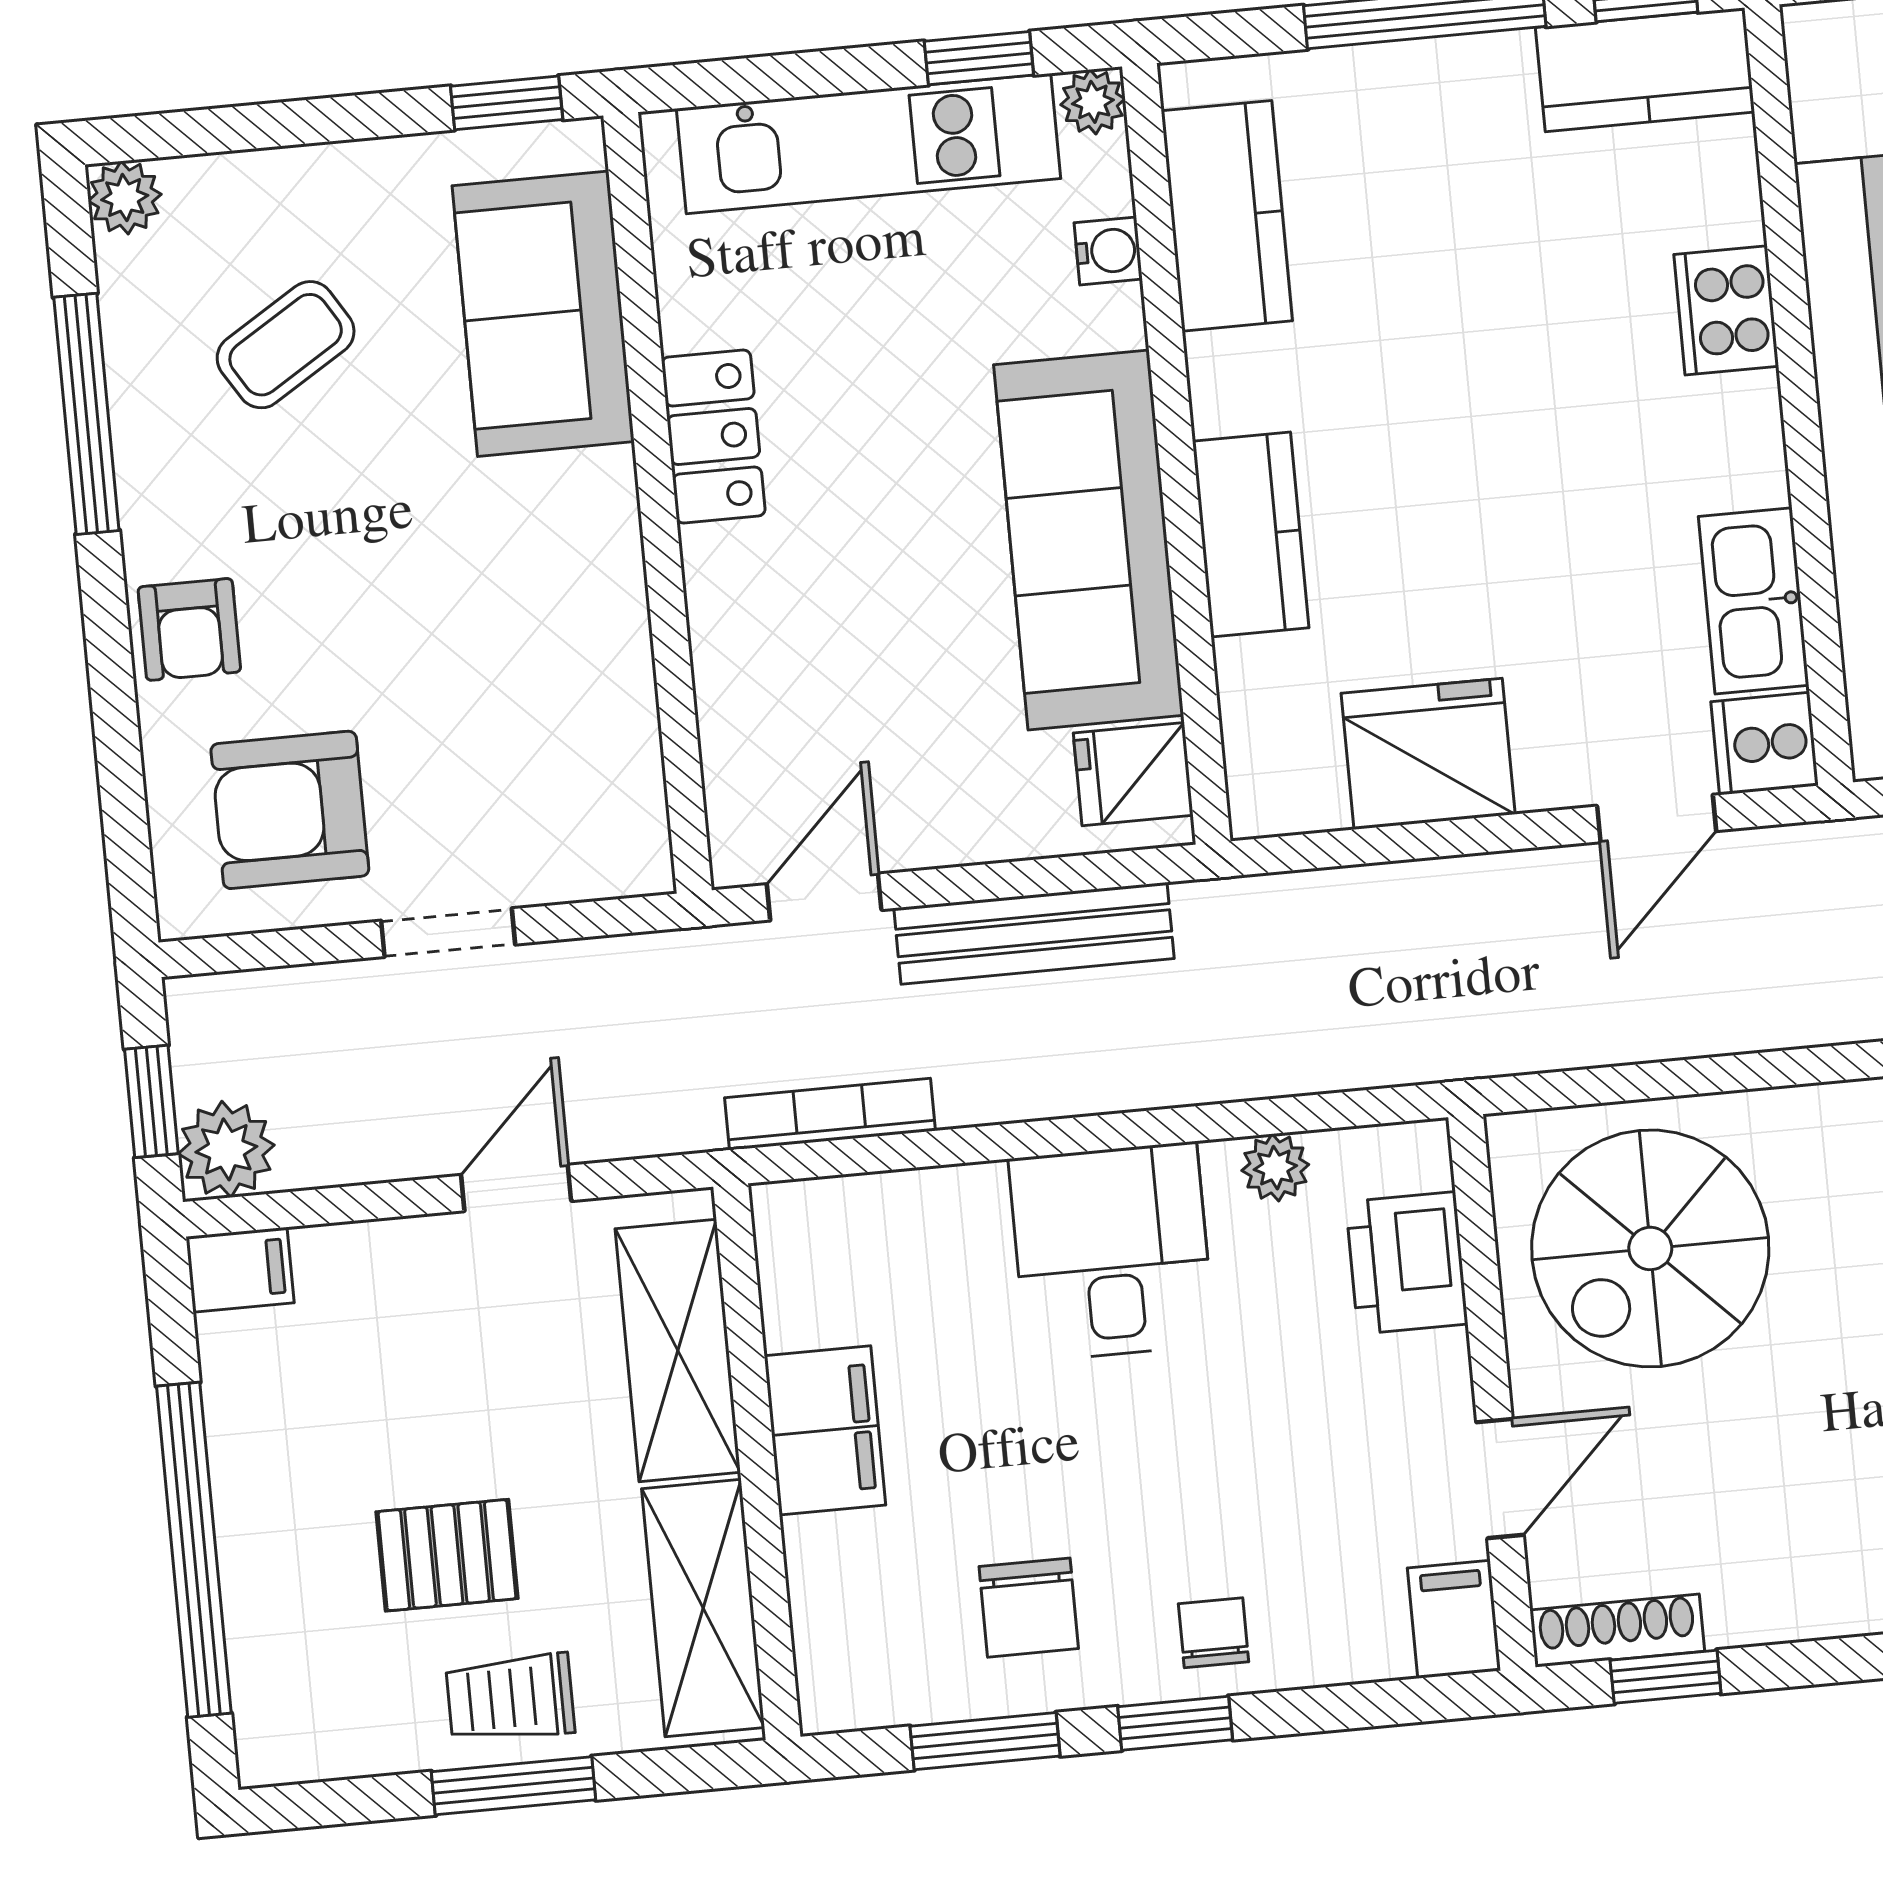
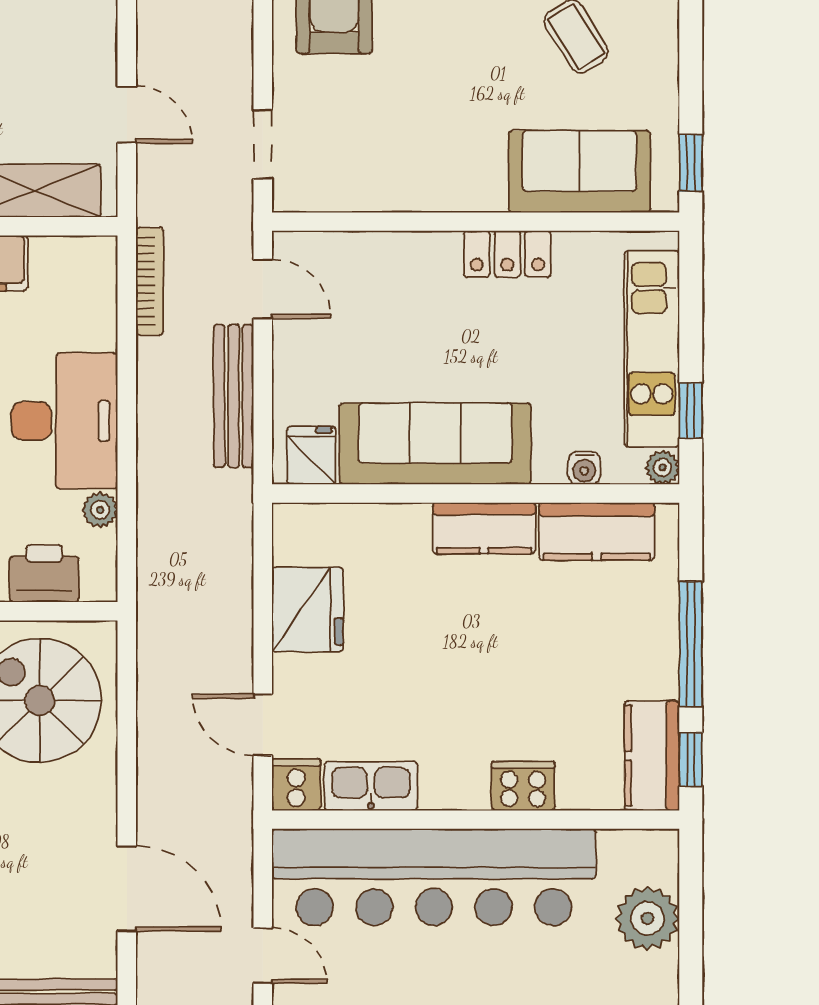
kitchen counter: (1251, 534) -> (484, 528), moved
doorway: (448, 933) -> (263, 144), moved
desk: (1112, 1252) -> (64, 421), width x1.37

